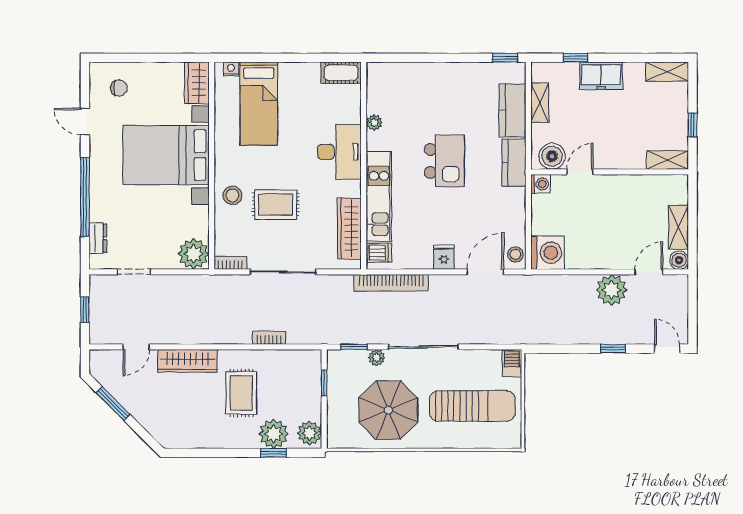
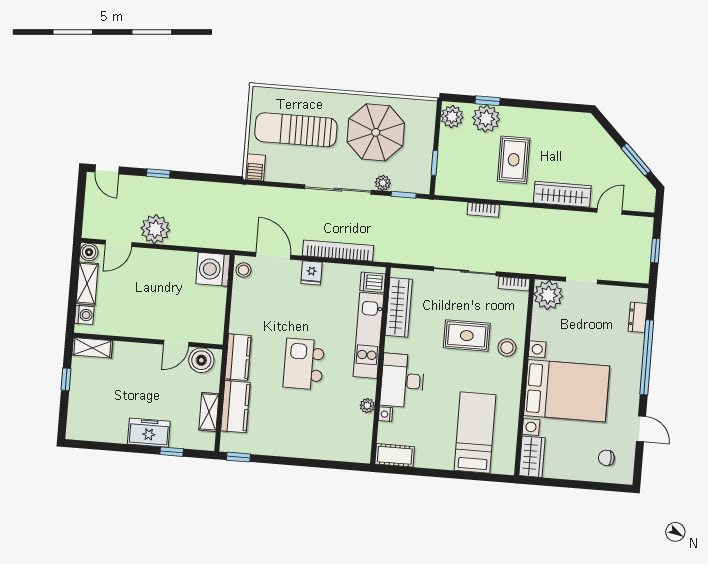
nightstand: (231, 69) -> (386, 414), moved, turned 90
shelving: (667, 72) -> (86, 432), removed
washing machine: (540, 184) -> (84, 315), moved, turned 180
doorway: (134, 272) -> (582, 281), moved
door: (485, 272) -> (273, 256), swing flipped
bookcase: (391, 283) -> (338, 251), moved

